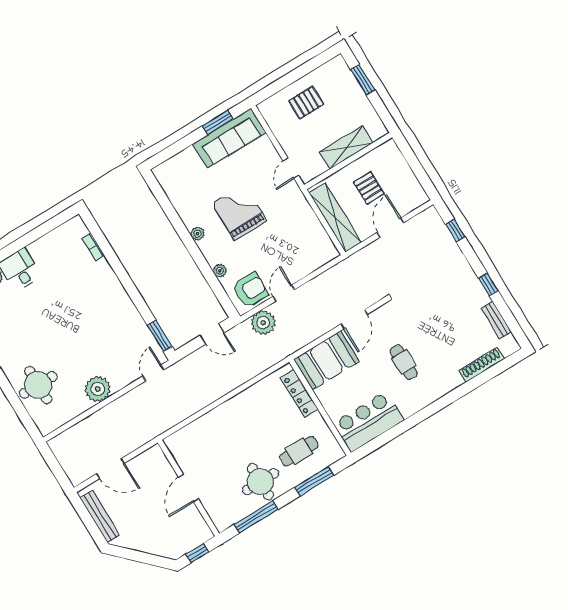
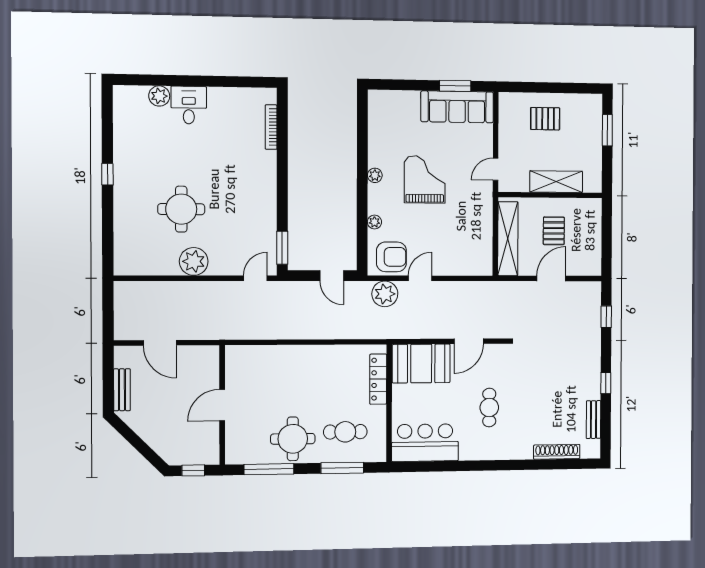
bookcase: (93, 247) -> (271, 127), width x1.56
round table: (38, 385) -> (181, 209), moved
bench: (100, 517) -> (122, 390), width x0.73

